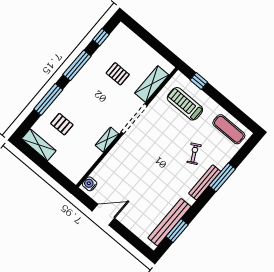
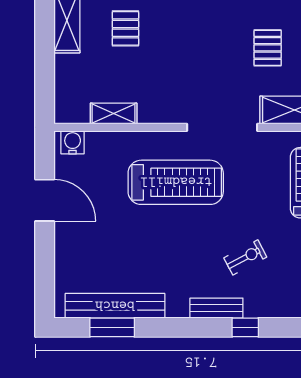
shelving: (107, 140) -> (114, 113), moved
treadmill: (140, 156) -> (176, 182), added
window: (222, 177) -> (245, 327), width x0.46
bench: (205, 182) -> (216, 308), width x0.73

